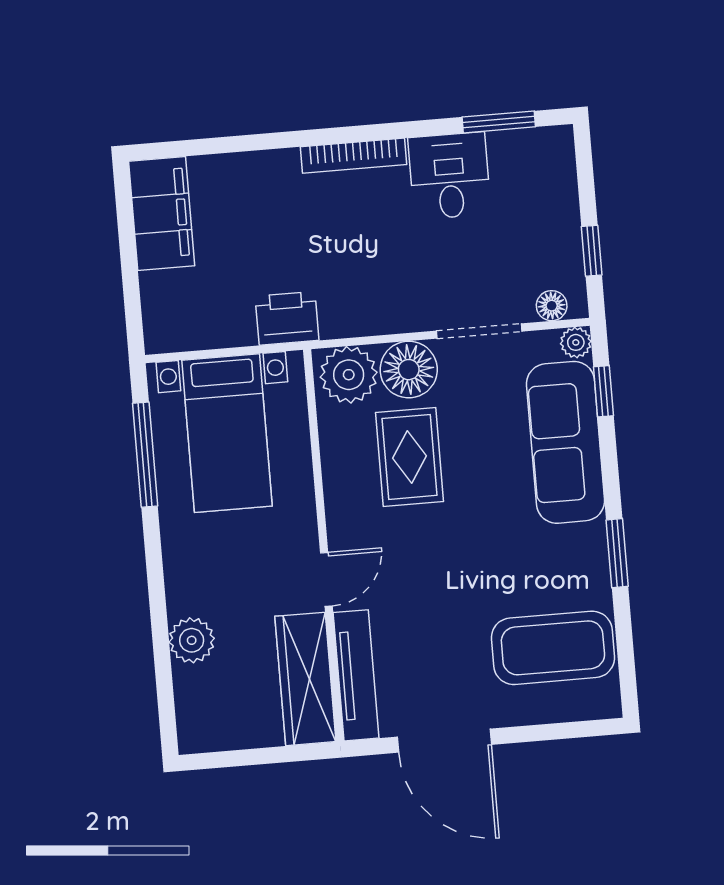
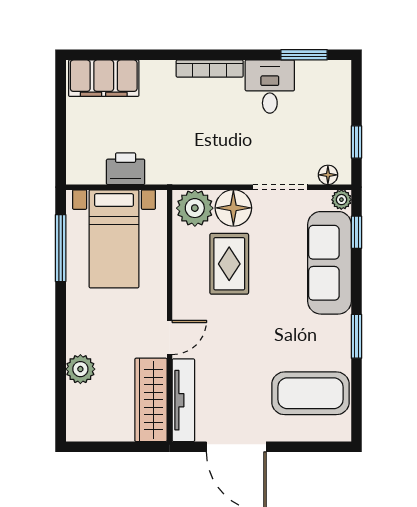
filing cabinet: (162, 214) -> (104, 78), moved, turned 90
printer: (287, 318) -> (126, 169), moved

